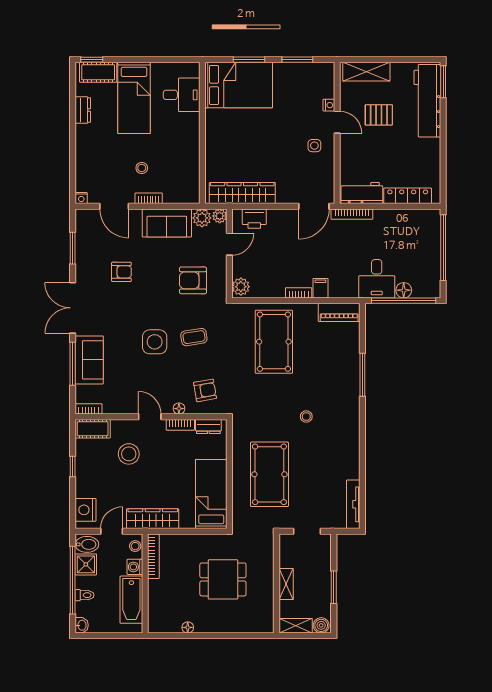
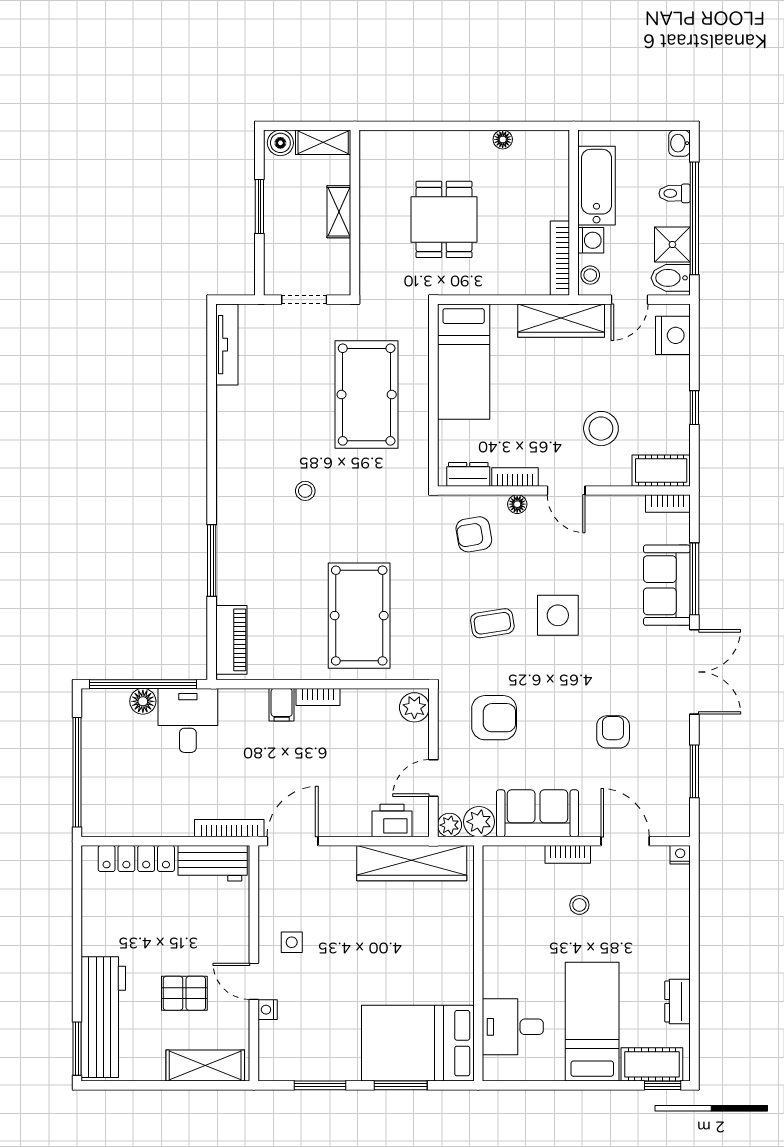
armchair: (121, 272) -> (613, 732), turned 90
piano: (339, 312) -> (231, 640), moved, turned 90
dining table: (223, 579) -> (444, 219), turned 90

